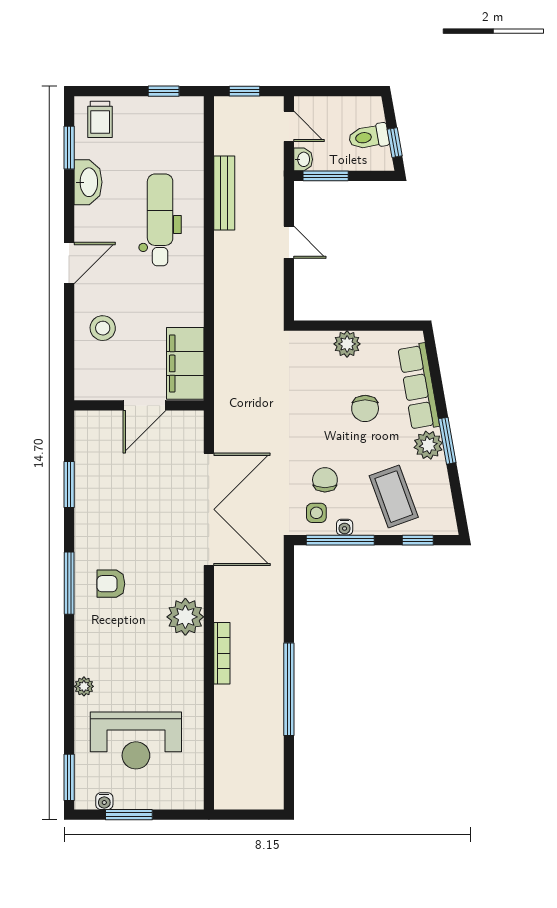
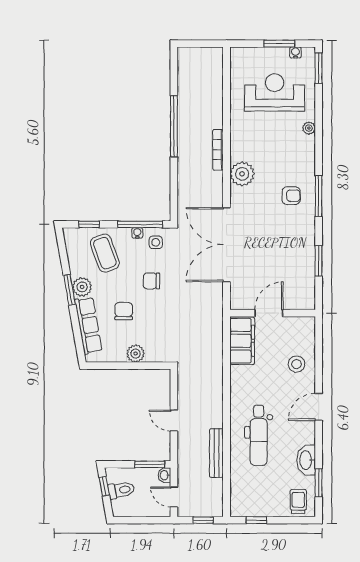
chair: (325, 480) -> (151, 281), moved, turned 90

